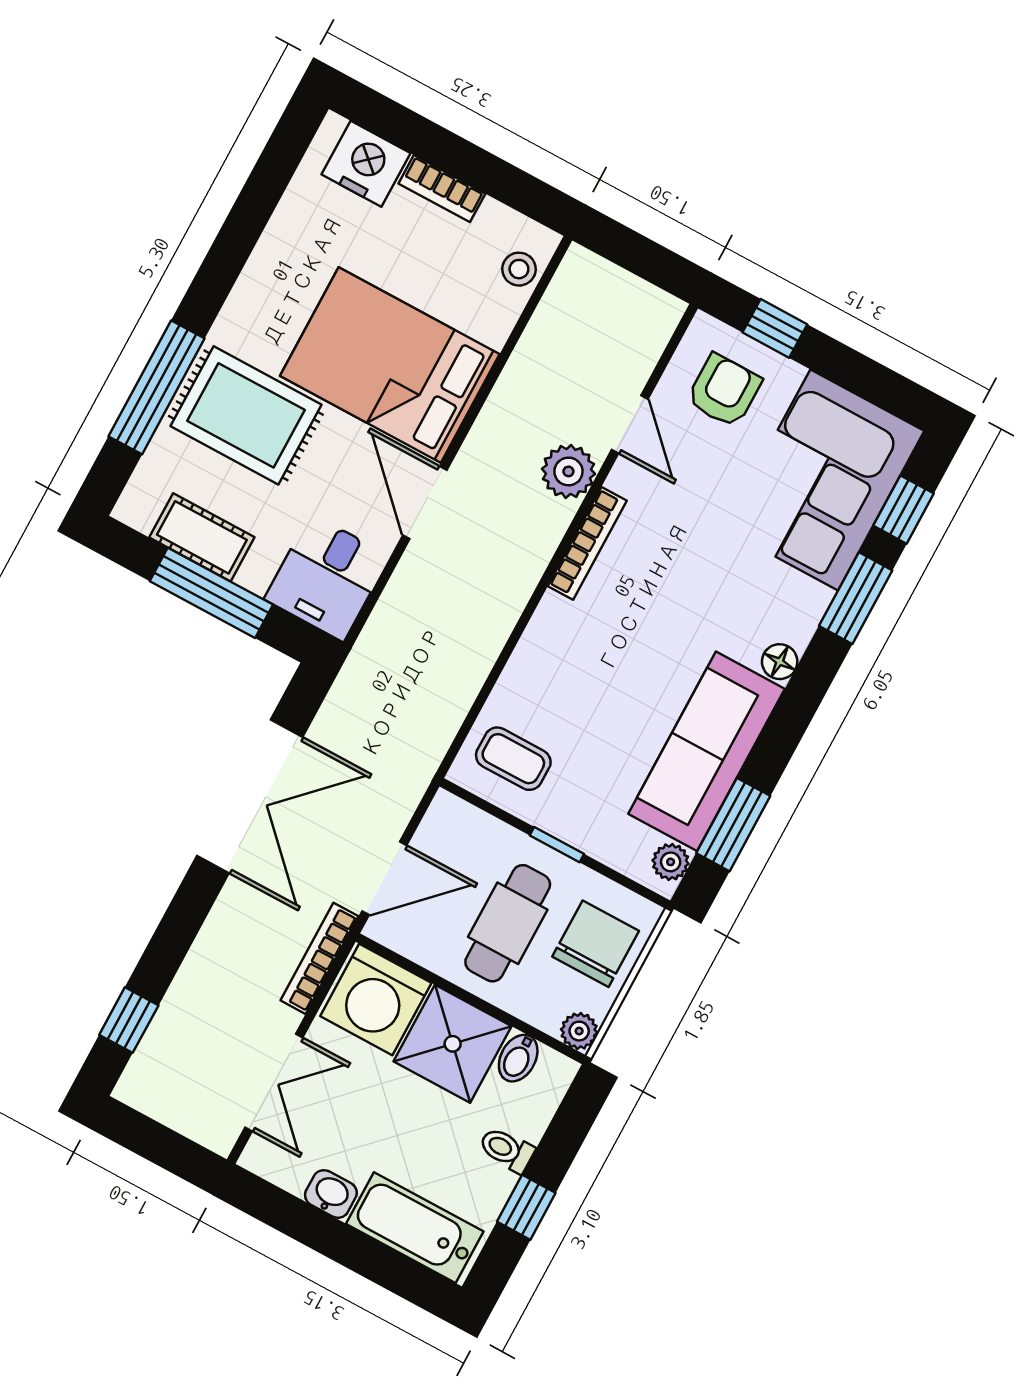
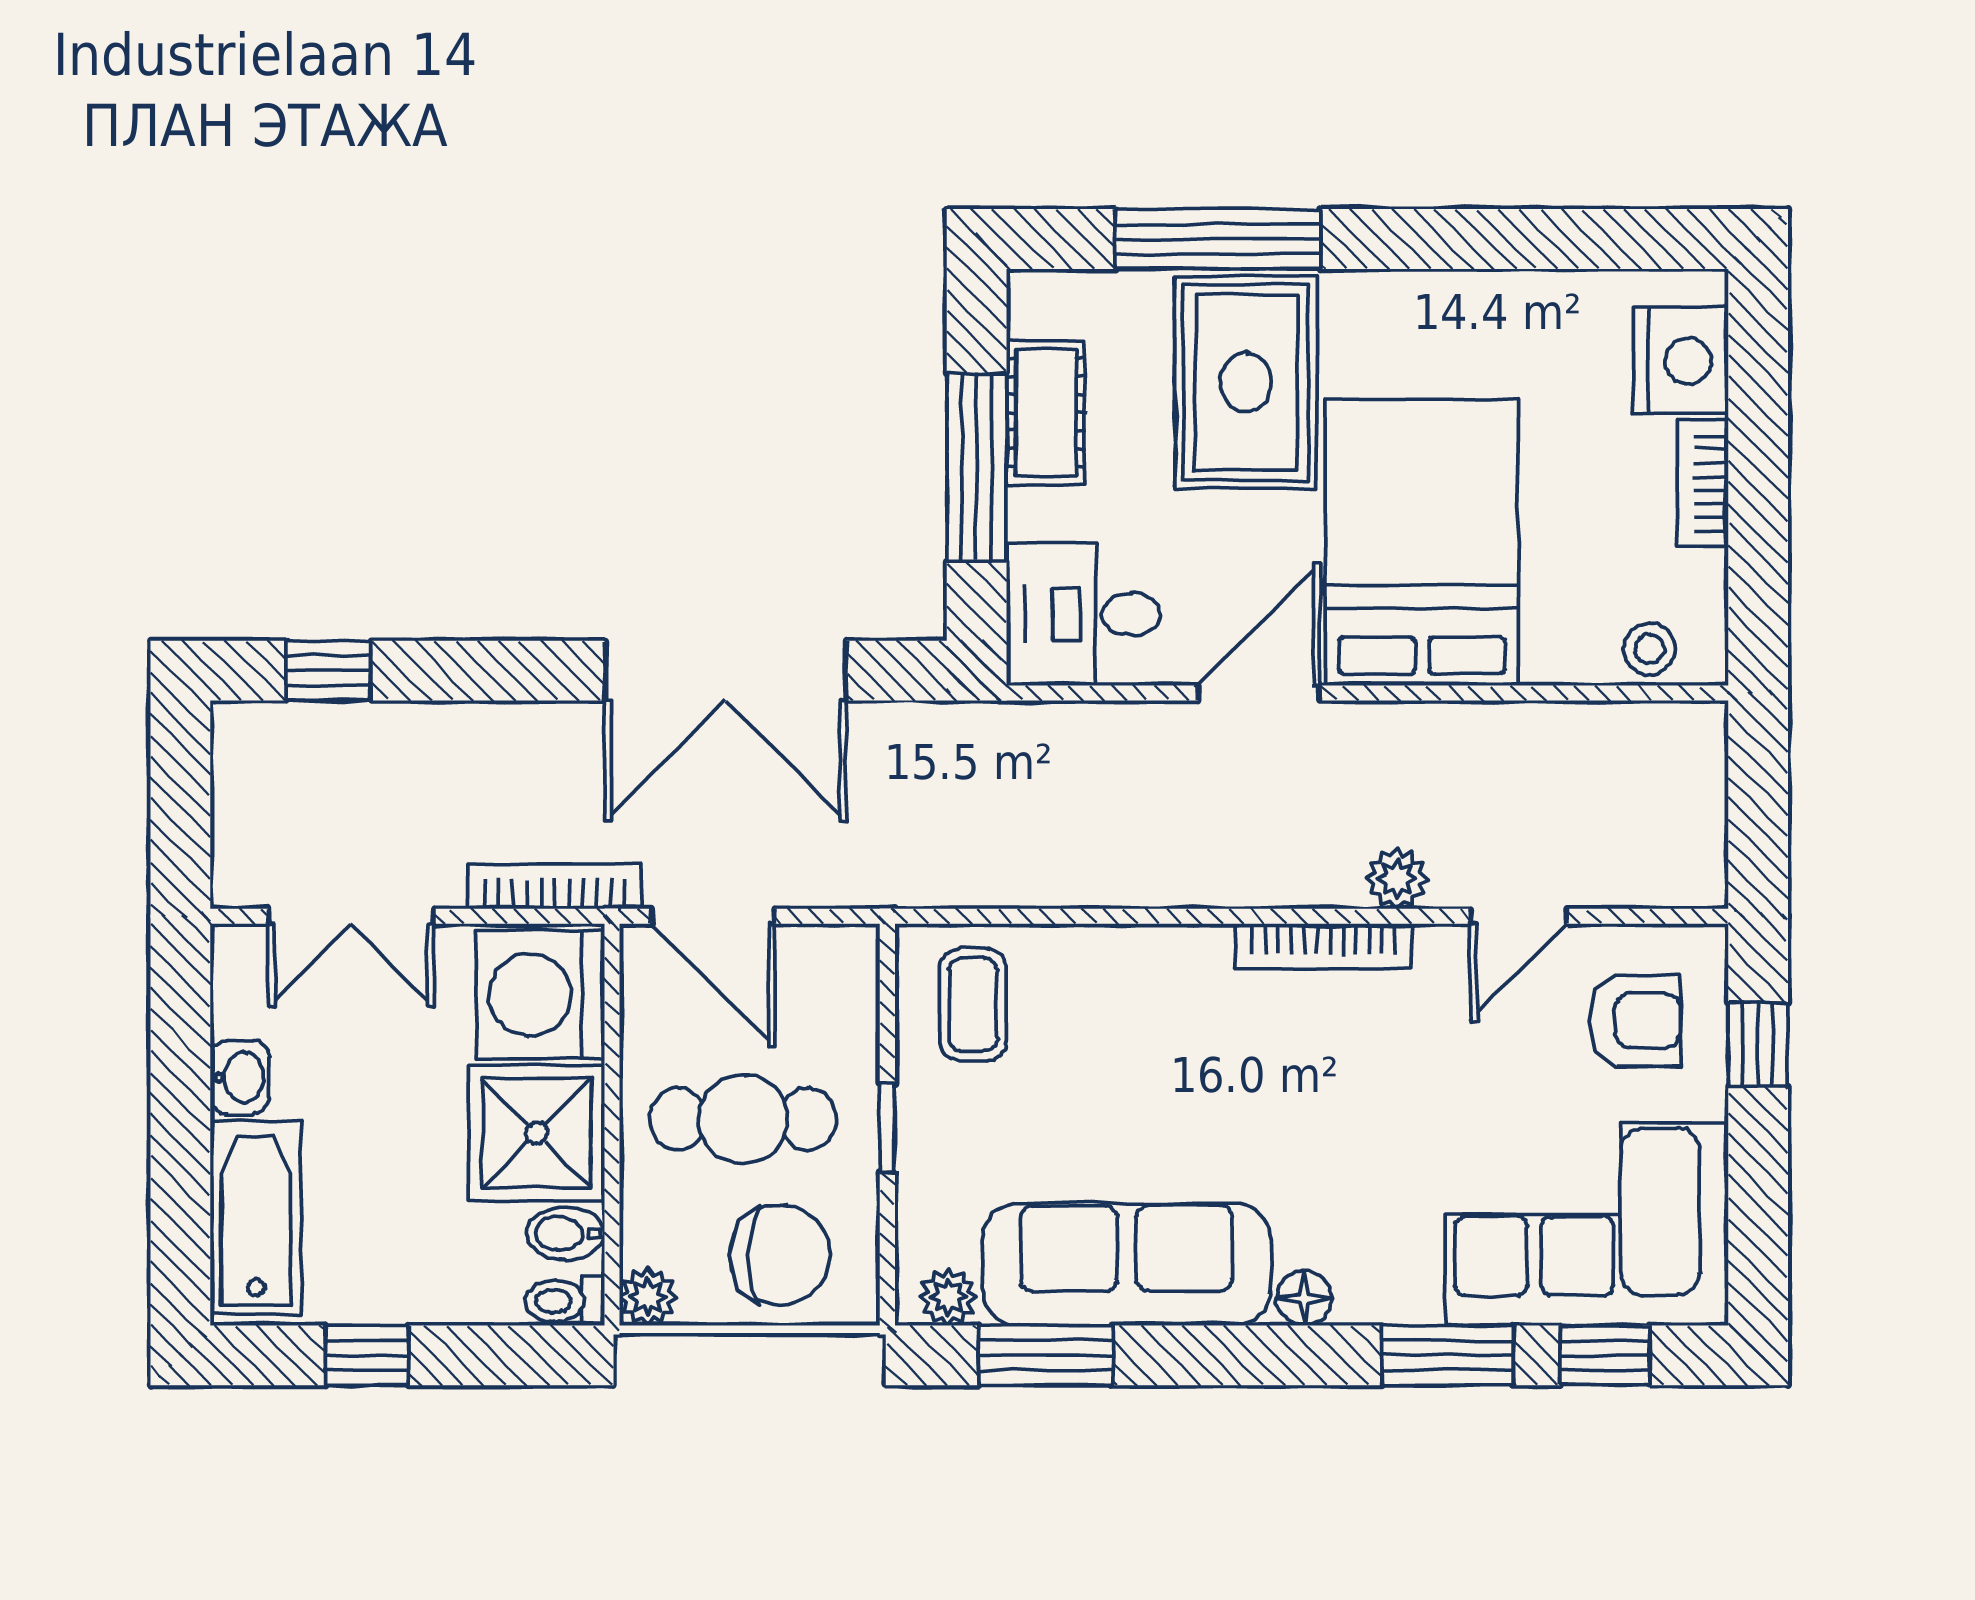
plant: (568, 471) -> (1397, 878), width x0.73, depth x0.73
toilet: (507, 1150) -> (565, 1301), moved, turned -90

